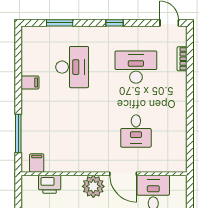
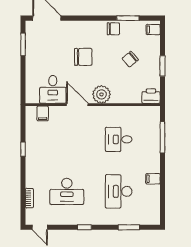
window: (190, 119) -> (23, 149), added
desk: (136, 131) -> (119, 139), moved, turned -90
filing cabinet: (37, 163) -> (43, 113), moved
printer: (50, 184) -> (151, 96), moved

